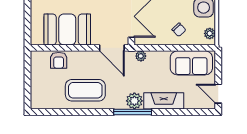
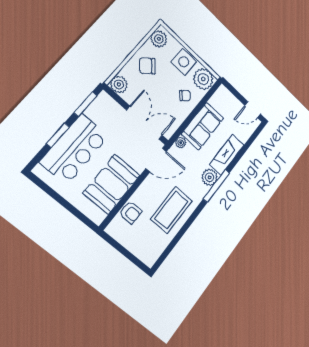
plant: (210, 33) -> (203, 79), width x1.88, depth x1.88
sofa: (191, 63) -> (203, 126), moved

